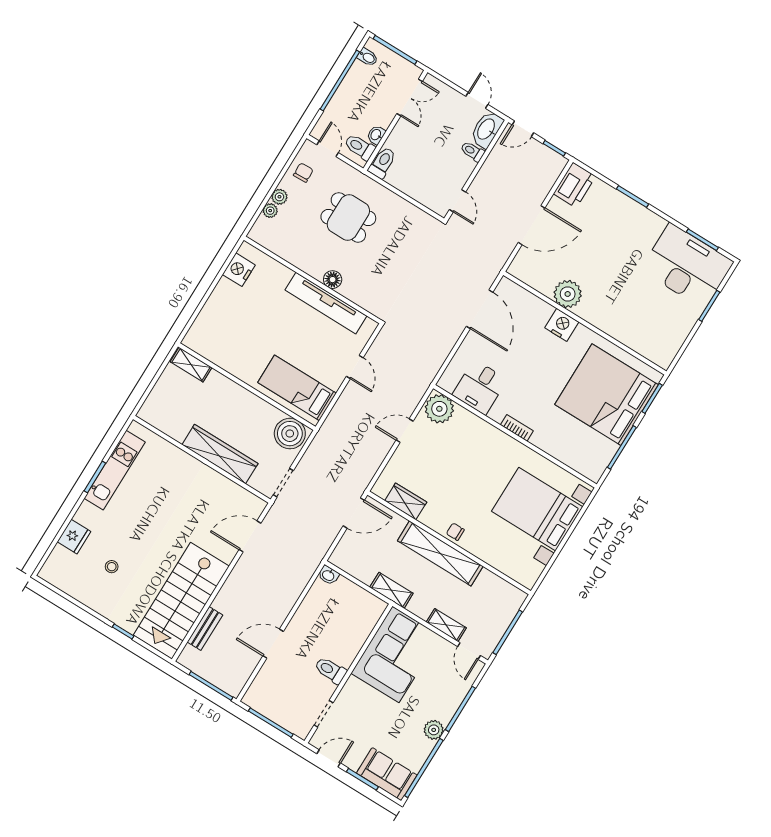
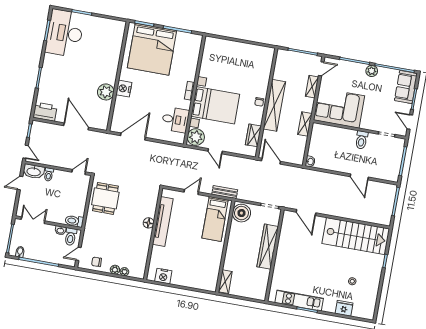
dining table: (348, 217) -> (105, 198), moved
bed with nightstands: (537, 509) -> (215, 105), moved, turned -90
bench: (205, 628) -> (225, 192), moved

